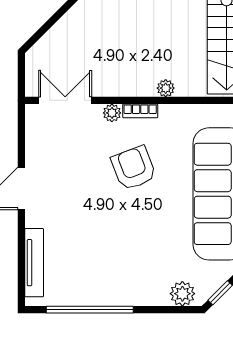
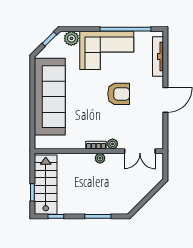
plant: (166, 88) -> (100, 158), moved
armchair: (134, 168) -> (119, 94), moved, turned -69
corner sofa: (122, 273) -> (107, 50), added

